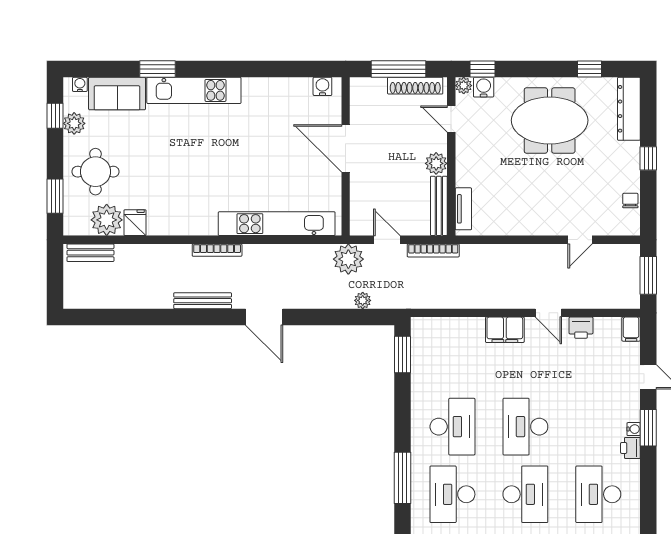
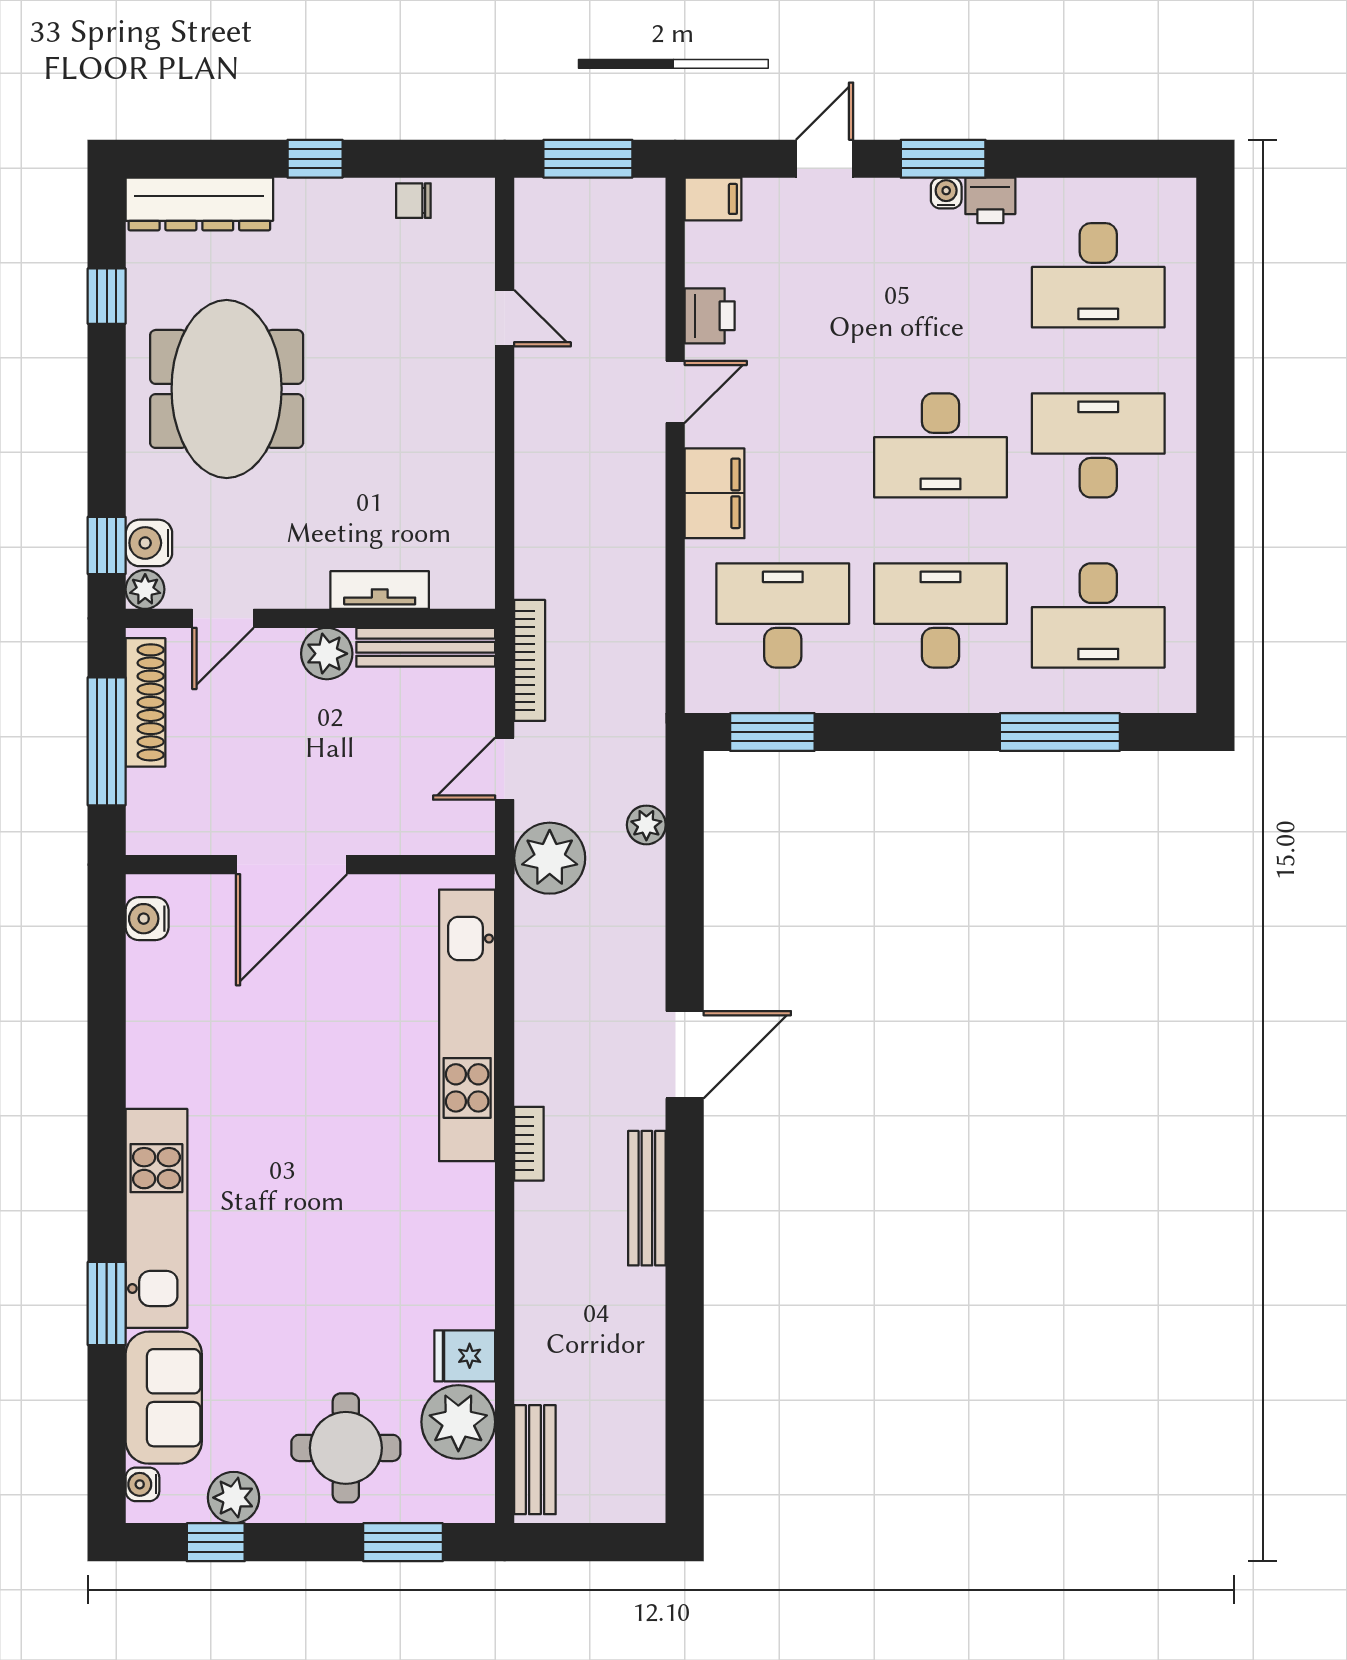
tv unit: (463, 209) -> (380, 590), moved
bookcase: (217, 250) -> (529, 1144), width x0.64
desk: (452, 359) -> (783, 615), added

